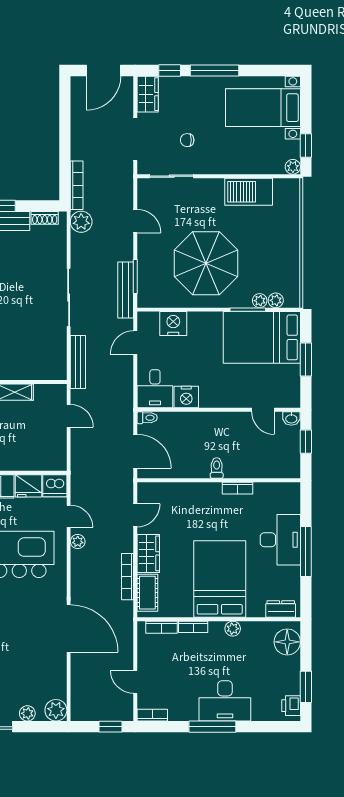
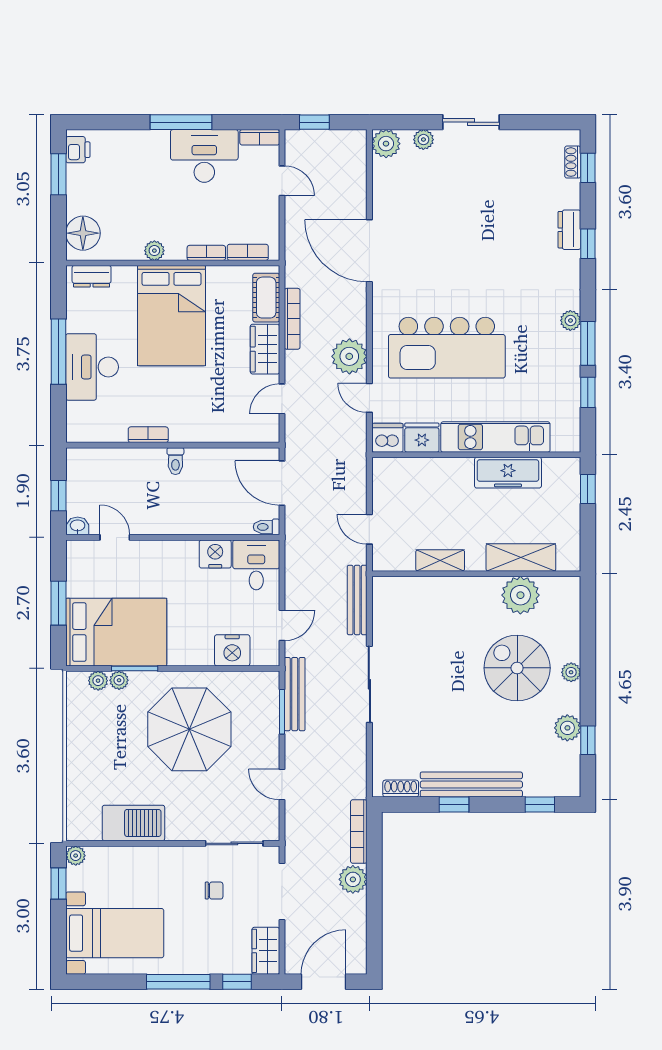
plant: (81, 222) -> (353, 879), moved
plant: (78, 542) -> (349, 356), width x1.87, depth x1.87
desk: (225, 701) -> (204, 156), moved

